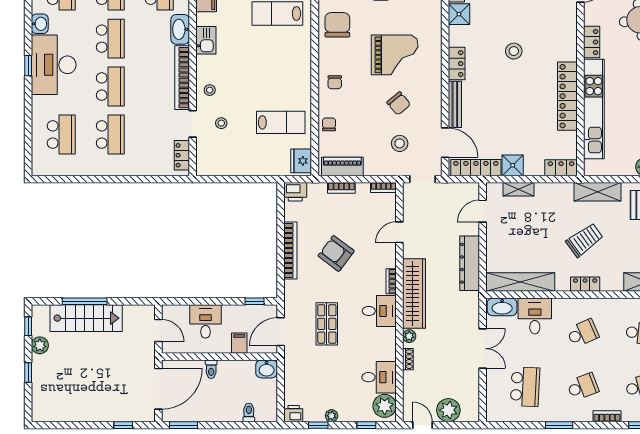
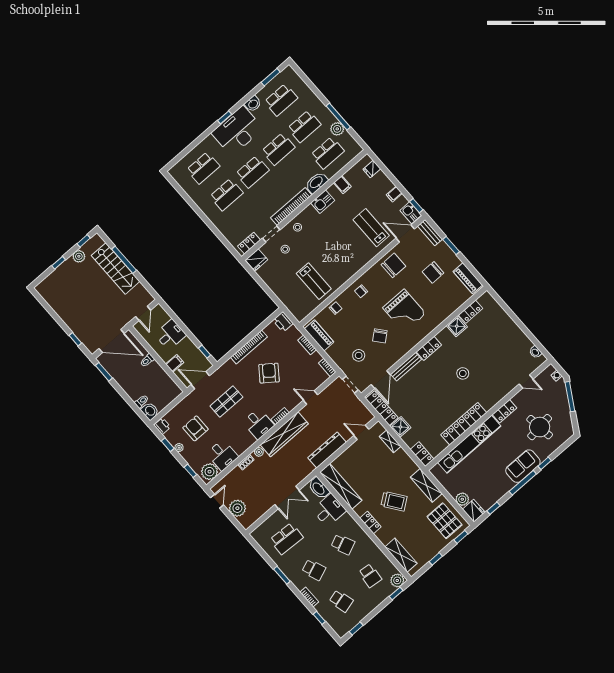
fridge: (301, 161) -> (256, 260), moved, turned 180
washbasin: (267, 369) -> (150, 411), moved, turned 180
armchair: (327, 381) -> (195, 428), added

